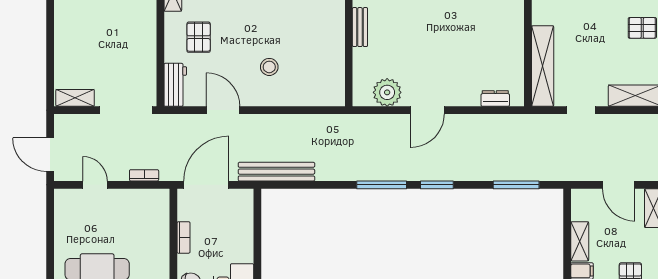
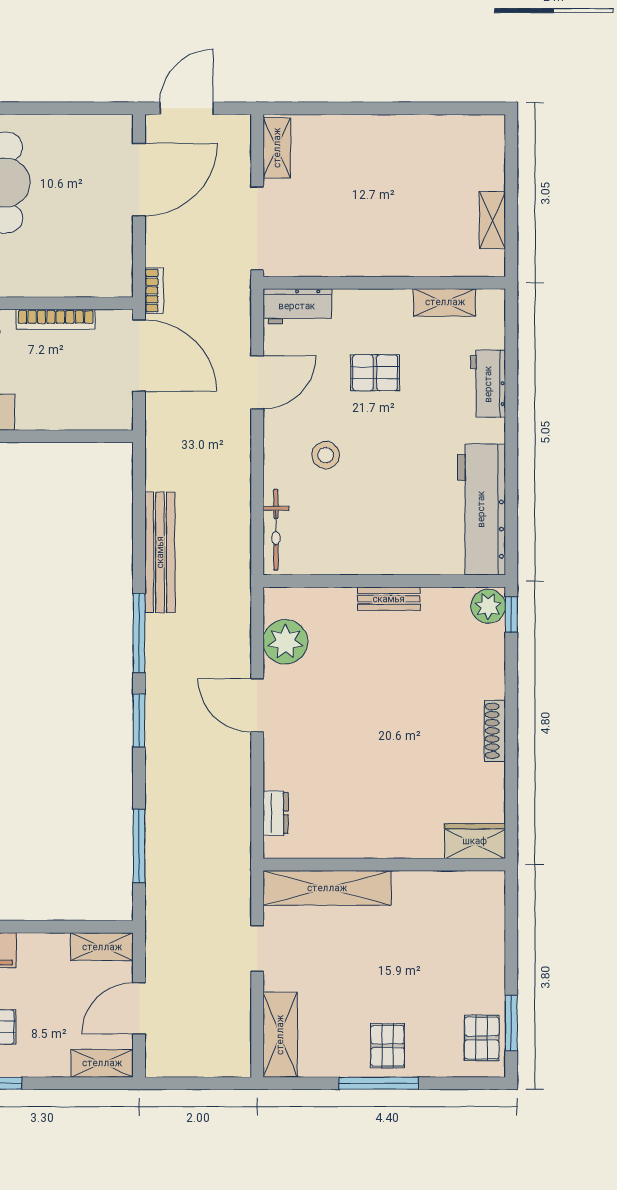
pallet: (199, 37) -> (375, 373), moved
bicycle: (316, 98) -> (276, 530), added
bench: (276, 172) -> (160, 552), moved
bookcase: (144, 175) -> (154, 291), moved
door: (95, 185) -> (139, 179), width x1.88
bookcase: (183, 237) -> (56, 319), width x1.56
shelving: (580, 241) -> (102, 947), moved

